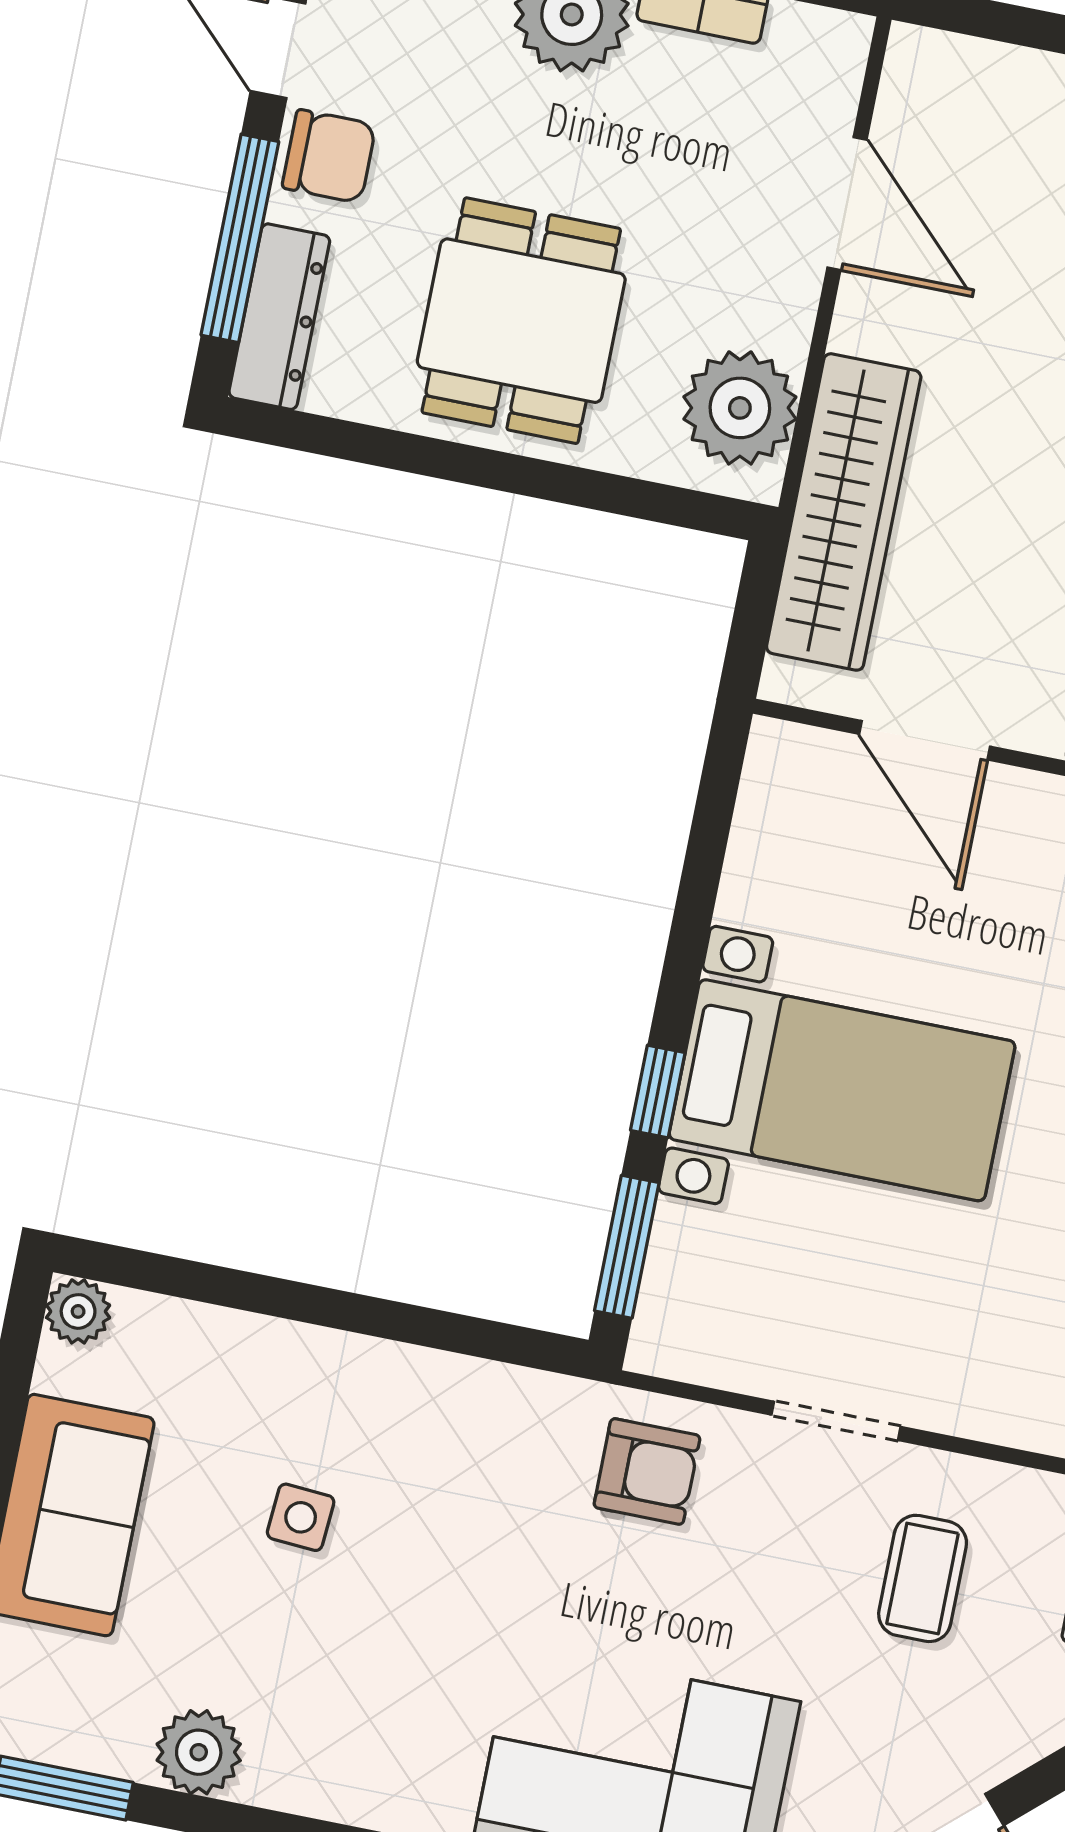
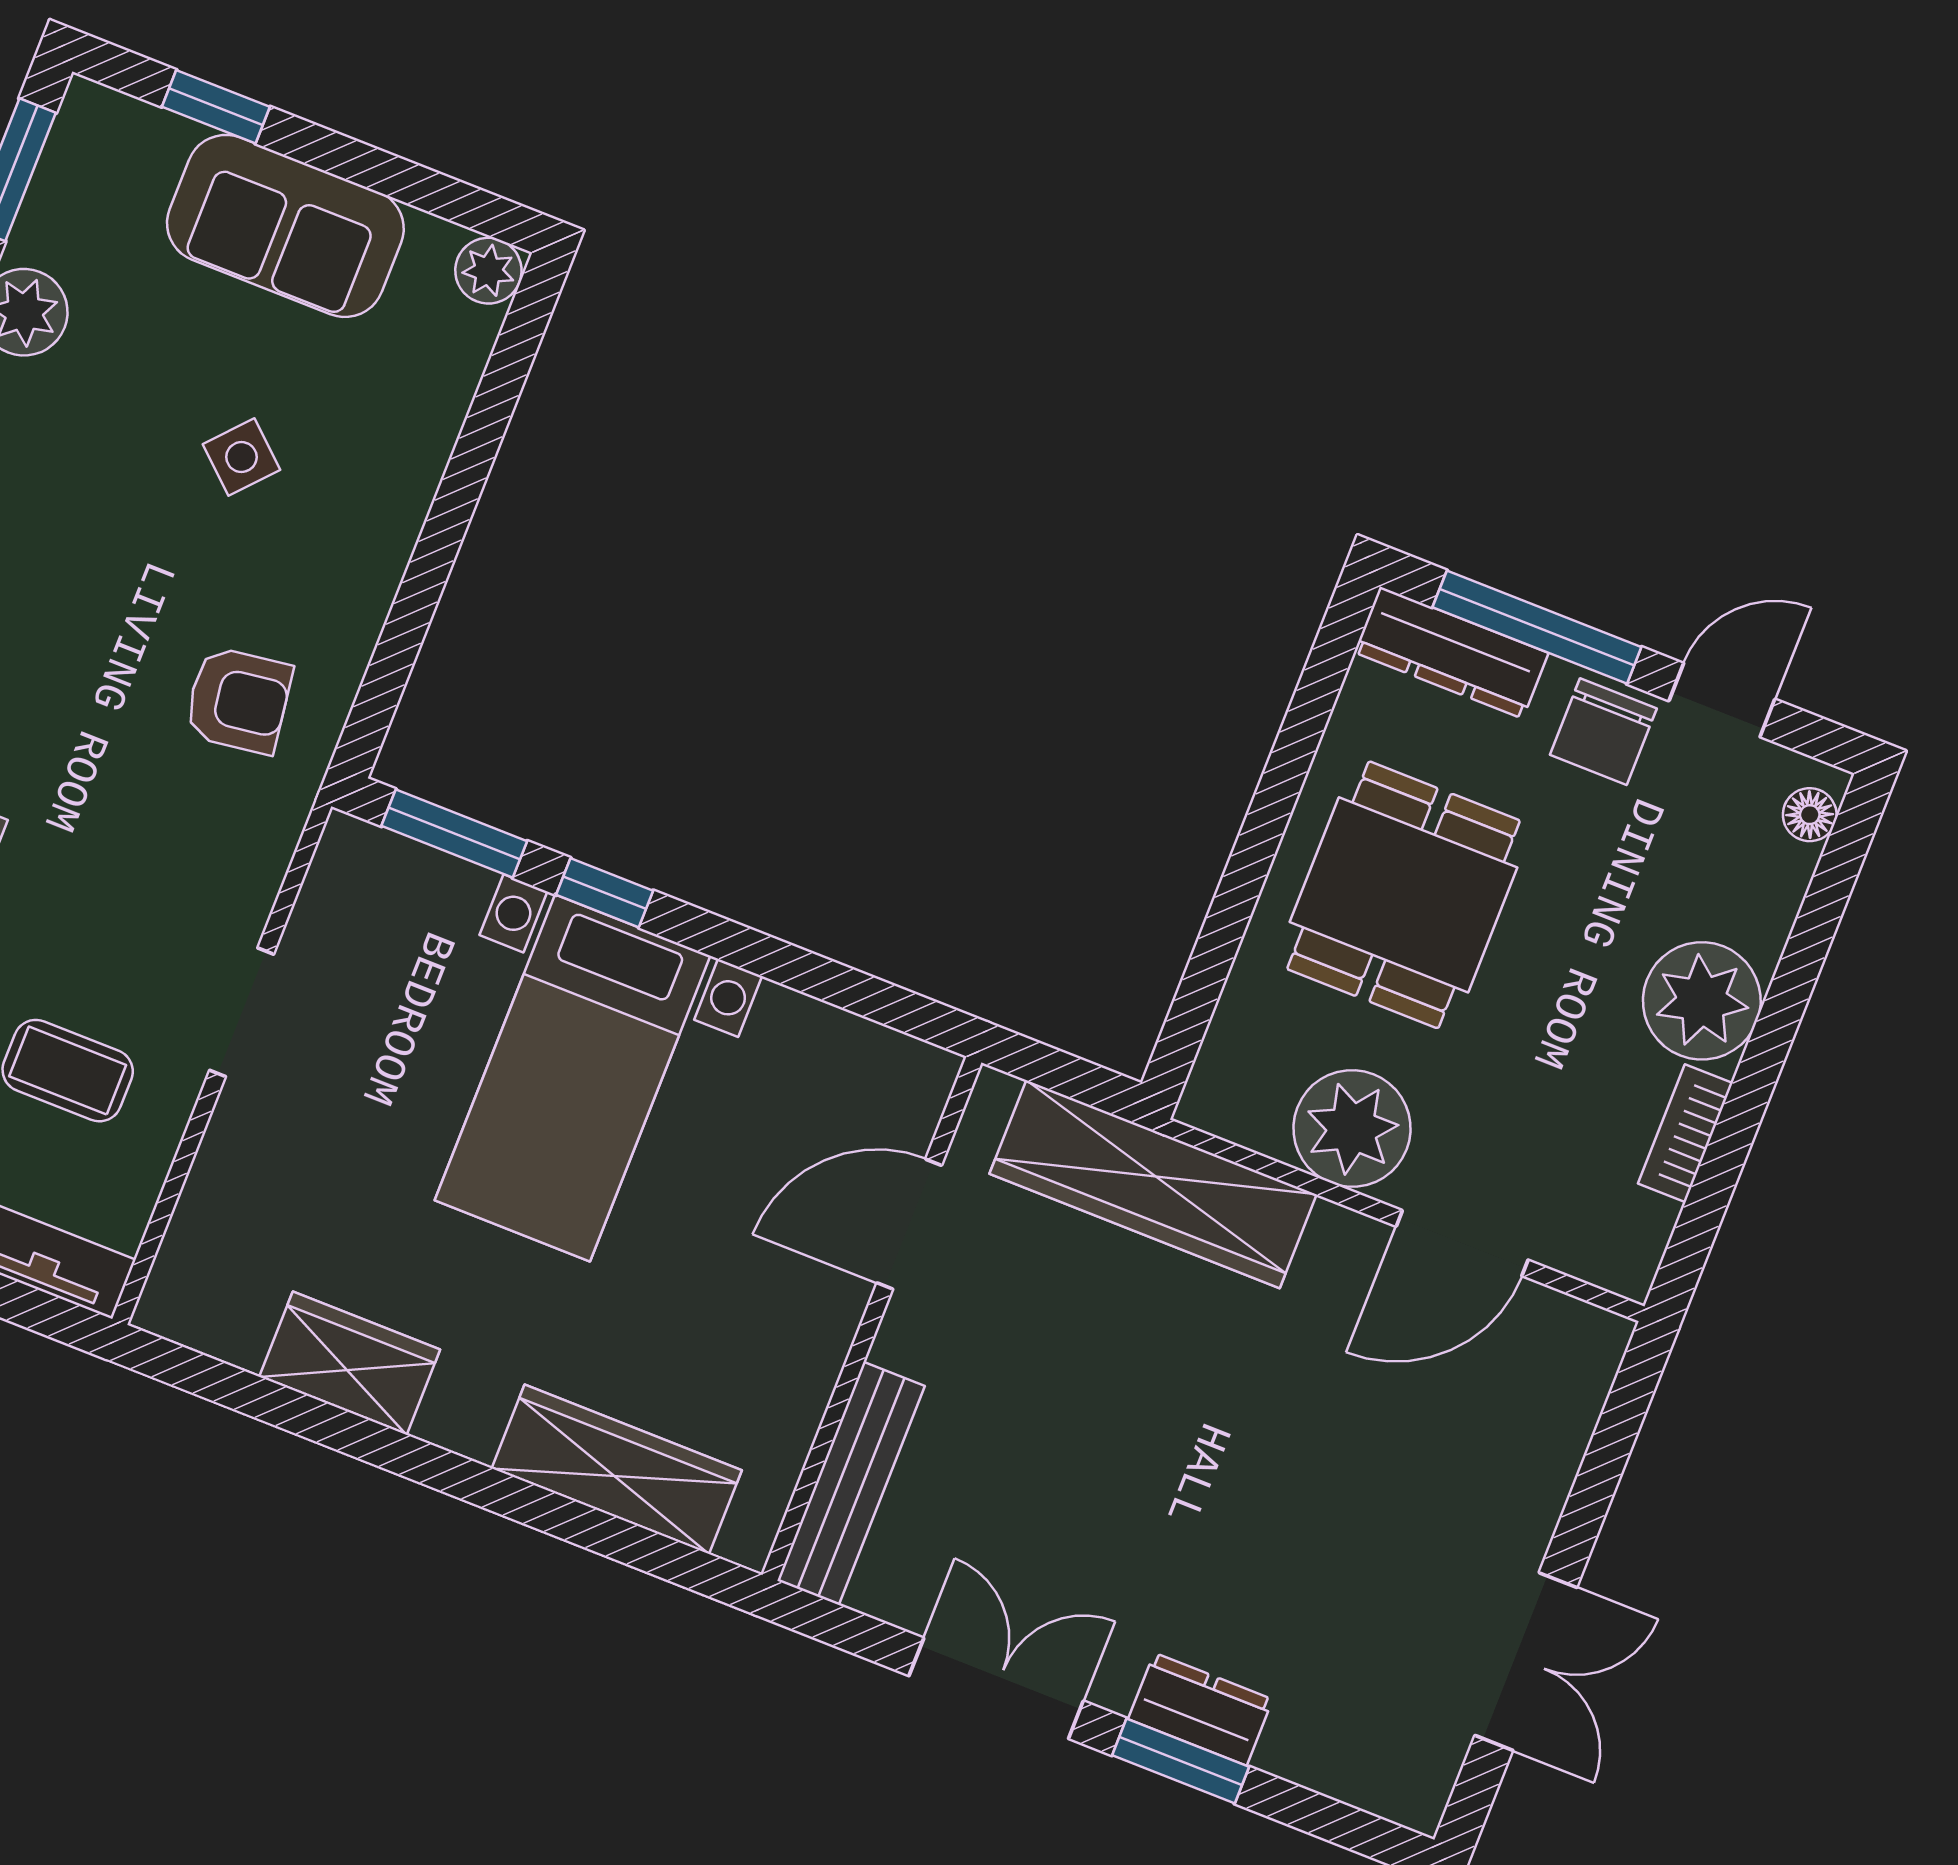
dining table: (521, 321) -> (1403, 895), turned 90
plant: (740, 408) -> (1352, 1129), moved
armchair: (647, 1471) -> (238, 700), moved, turned -98
side table: (301, 1517) -> (241, 457), turned 38

